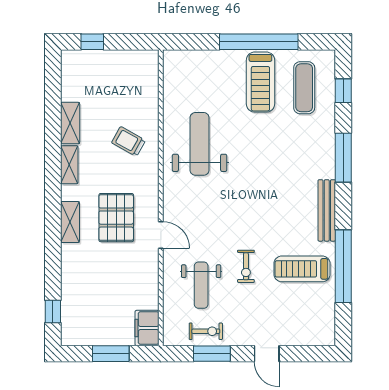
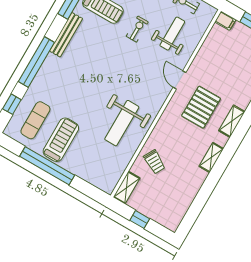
window: (92, 42) -> (140, 219), moved
shelving: (70, 123) -> (127, 188), moved
trolley: (129, 141) -> (154, 162), moved
window: (343, 158) -> (36, 62), width x1.46
filing cabinet: (147, 328) -> (225, 21), width x0.50

